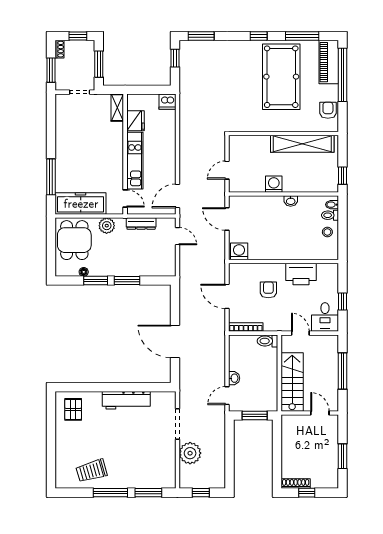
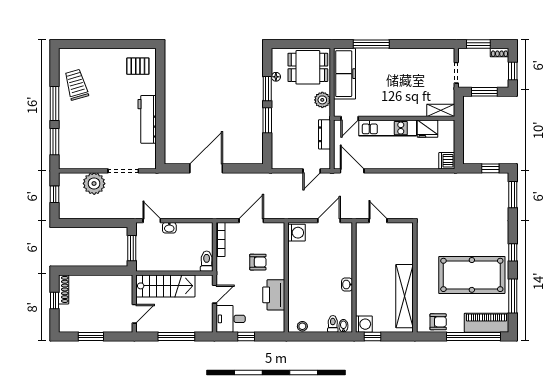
washing machine: (274, 184) -> (364, 324), moved
stool: (327, 232) -> (302, 326), moved

